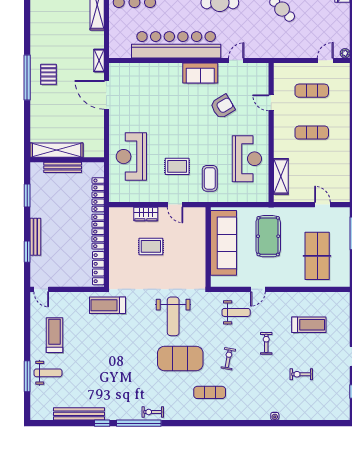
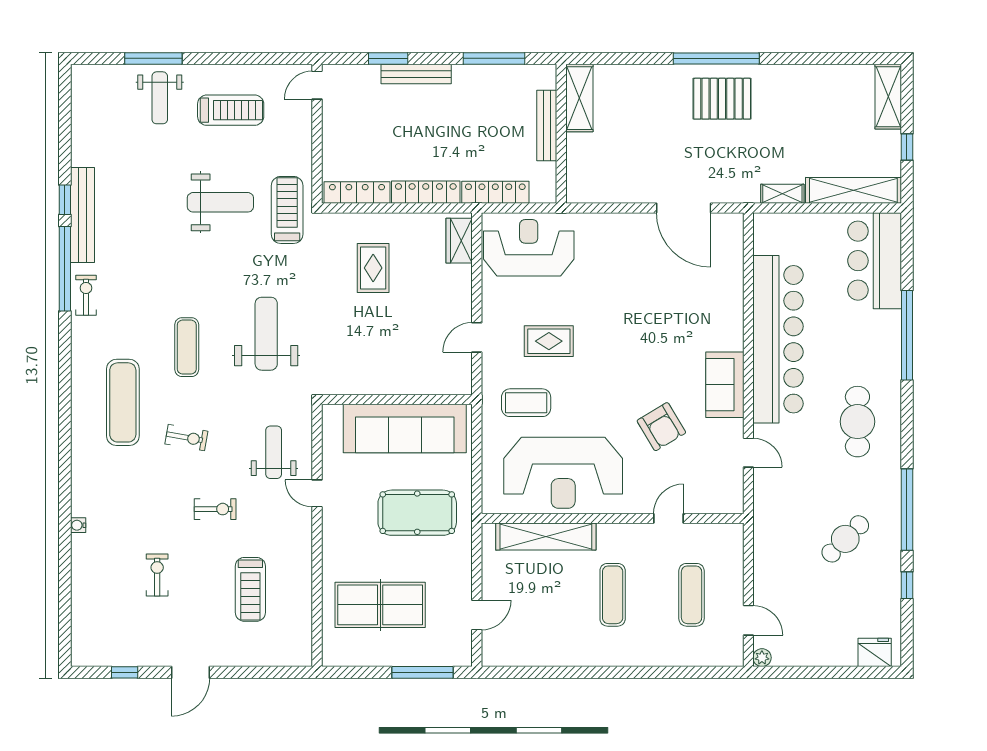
shelving: (99, 61) -> (782, 194), moved
pallet: (48, 74) -> (722, 99), width x1.50, depth x1.42
door: (106, 95) -> (684, 208), swing flipped
shelving: (57, 150) -> (579, 98), width x0.68
reception desk: (131, 157) -> (529, 248), moved
reception desk: (247, 159) -> (563, 473), width x1.36, depth x1.30
rug: (177, 166) -> (549, 341), turned 90
shelving: (281, 176) -> (546, 537), width x1.47
window: (27, 195) -> (494, 58), width x1.44
wardrobe: (146, 214) -> (459, 241), moved
rug: (151, 246) -> (373, 268), moved
weight bench: (236, 312) -> (274, 452), turned 180
weight bench: (173, 316) -> (266, 334), turned 90
weight bench: (103, 341) -> (220, 202), added
exercise mat: (180, 359) -> (187, 347), width x0.50, depth x0.69
exercise mat: (210, 392) -> (123, 402), width x1.36, depth x1.45
bench: (79, 414) -> (82, 215), moved

